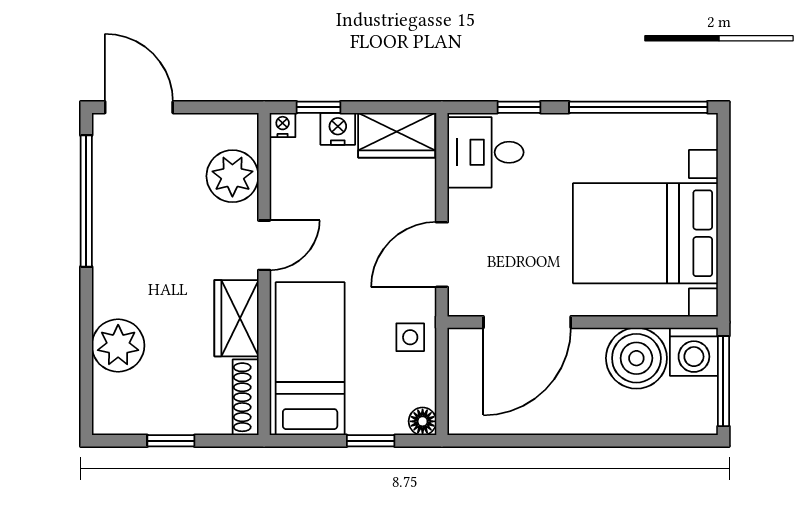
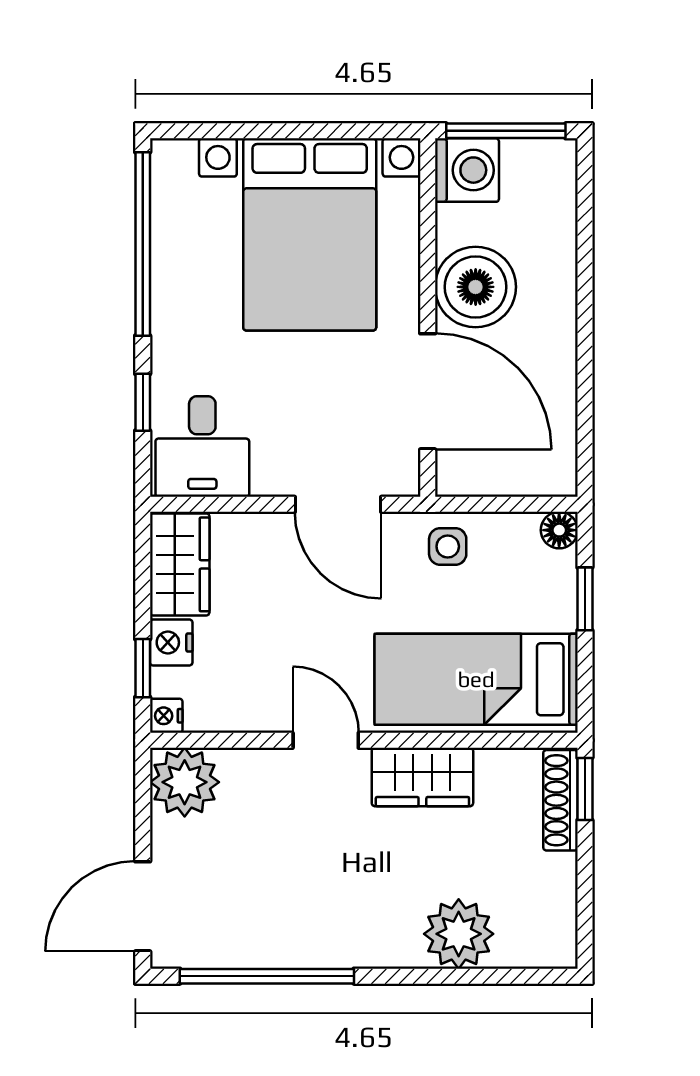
plant: (232, 176) -> (185, 782), moved
boiler: (636, 358) -> (476, 287), moved
shoe rack: (246, 397) -> (560, 800), moved, turned 90
window: (171, 441) -> (585, 789), moved

